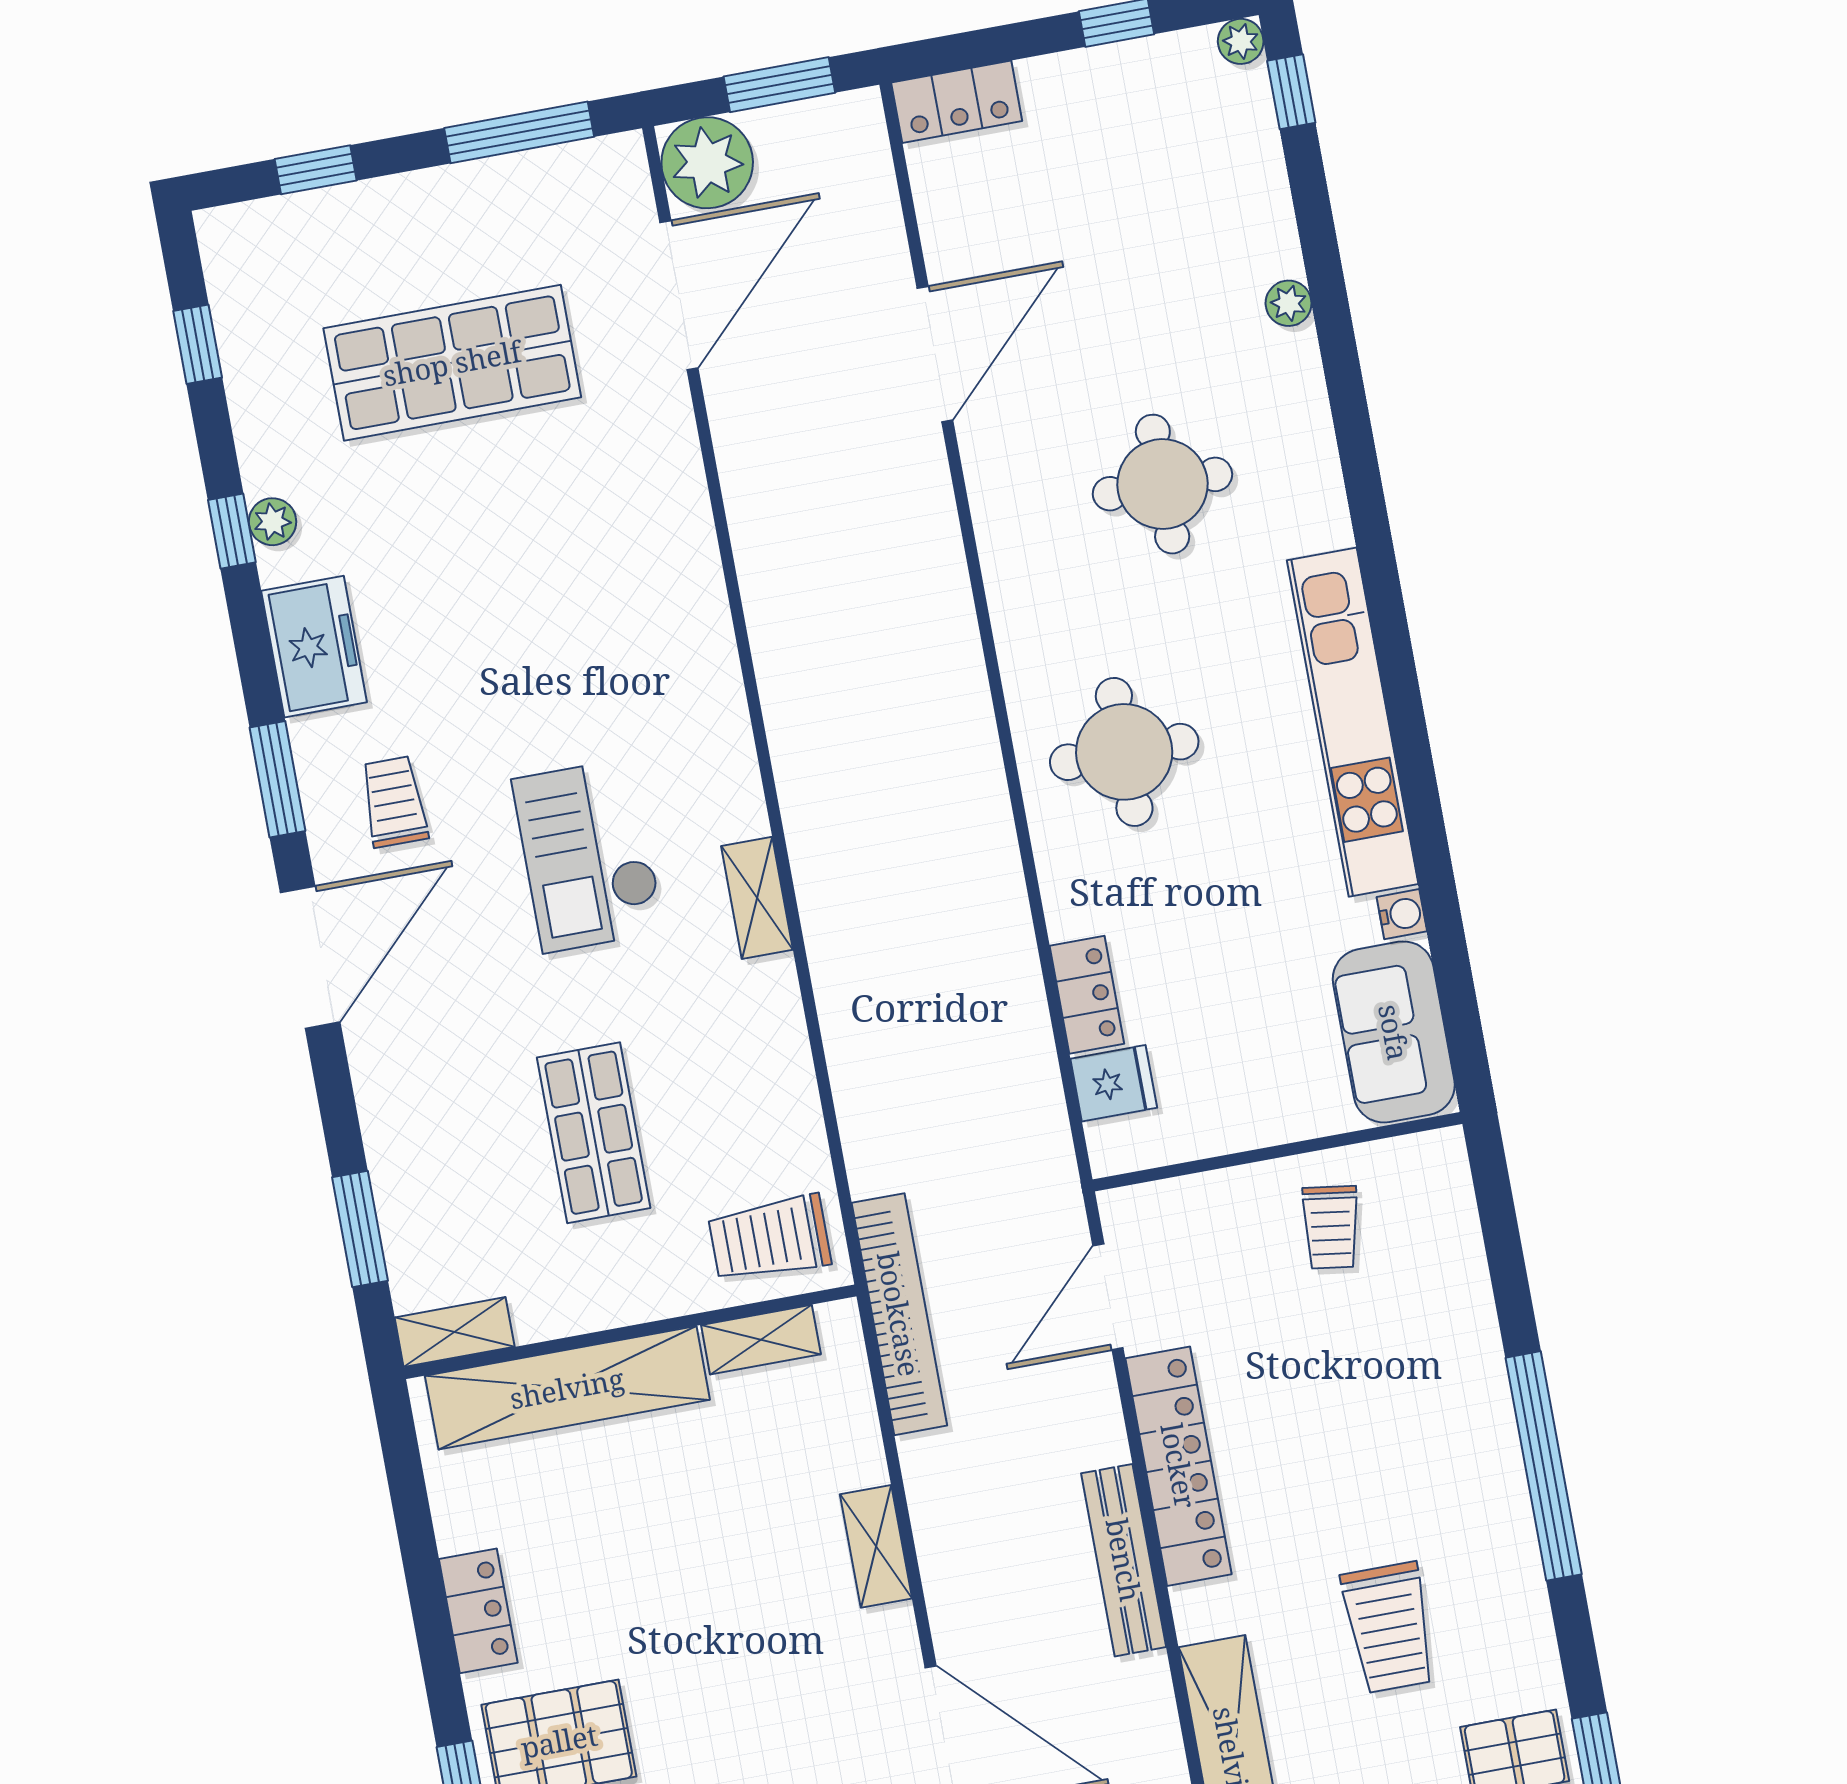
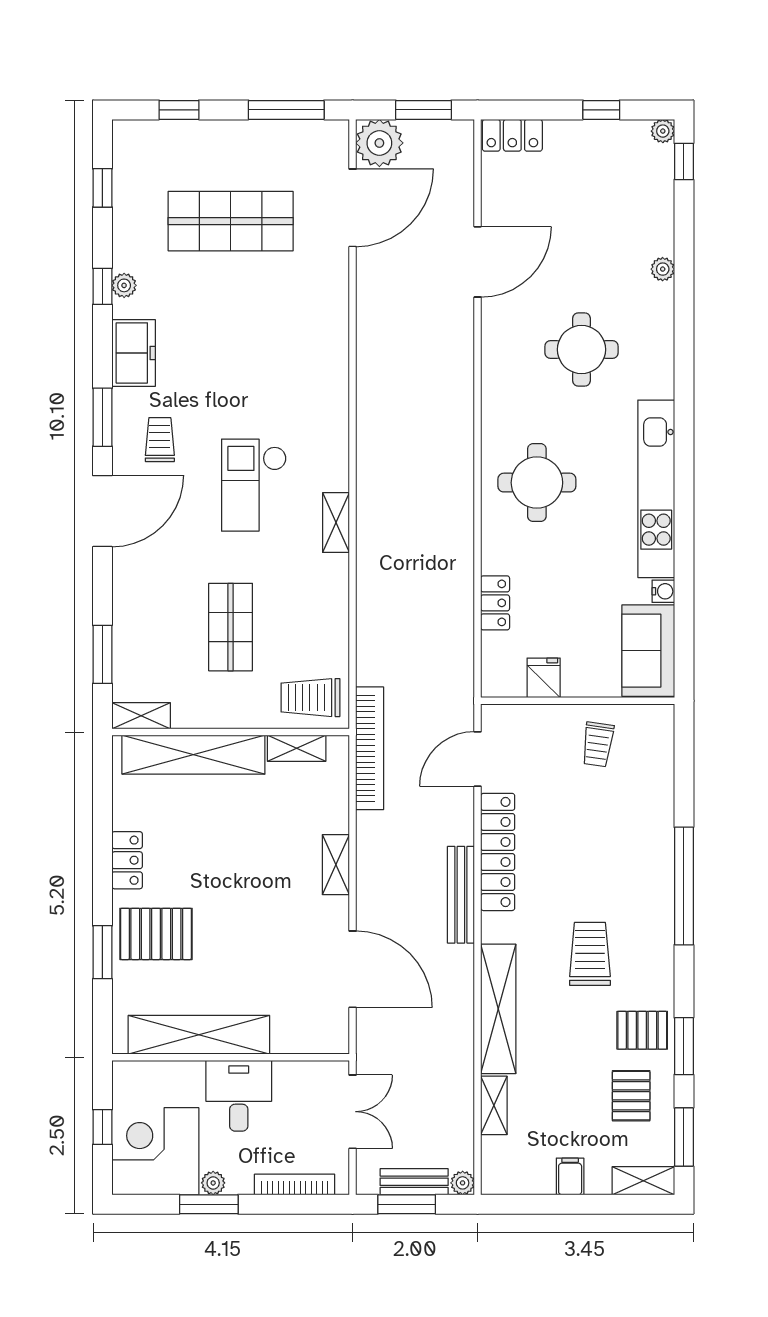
fridge: (1114, 1083) -> (544, 678), moved, turned -90
trolley: (1389, 1627) -> (590, 954), turned 180

